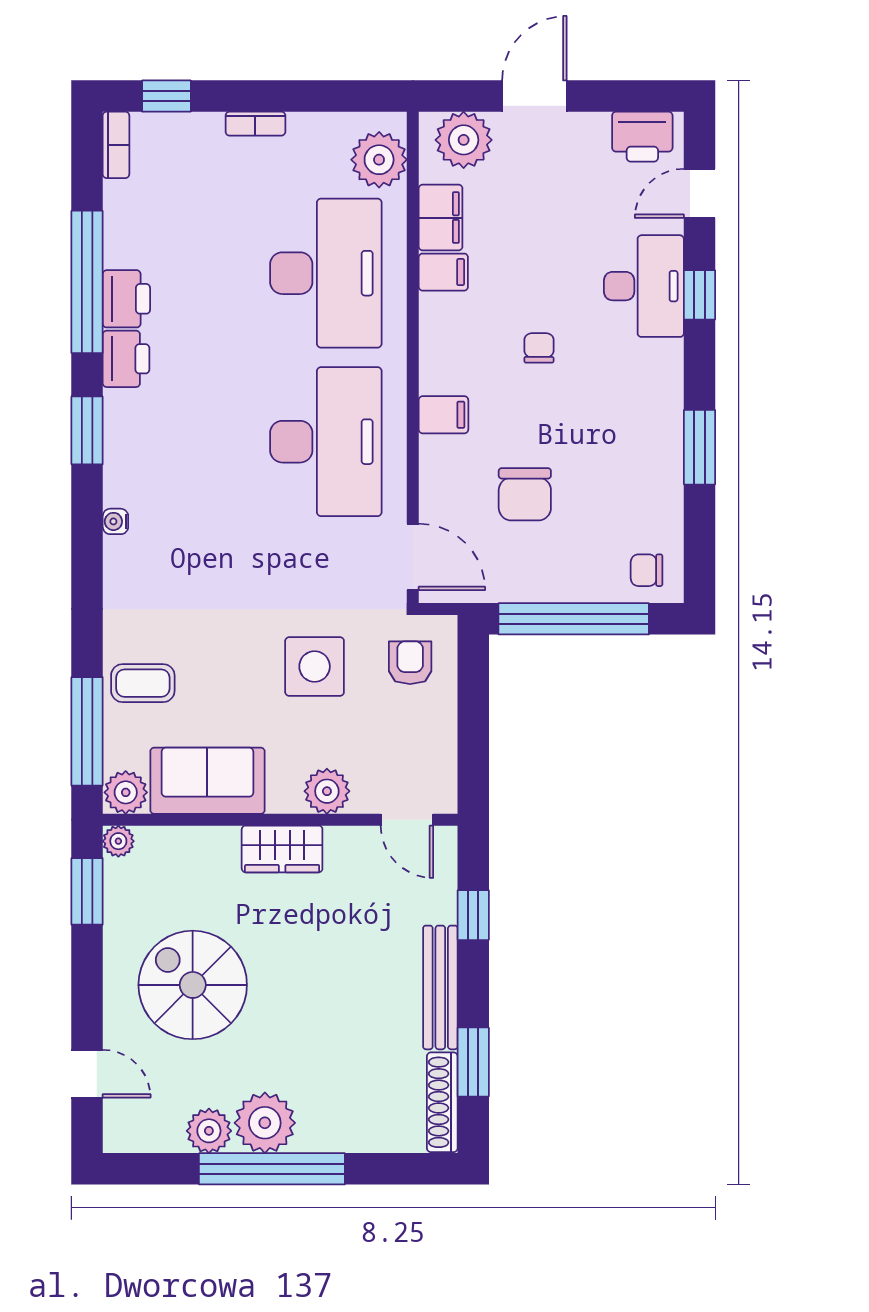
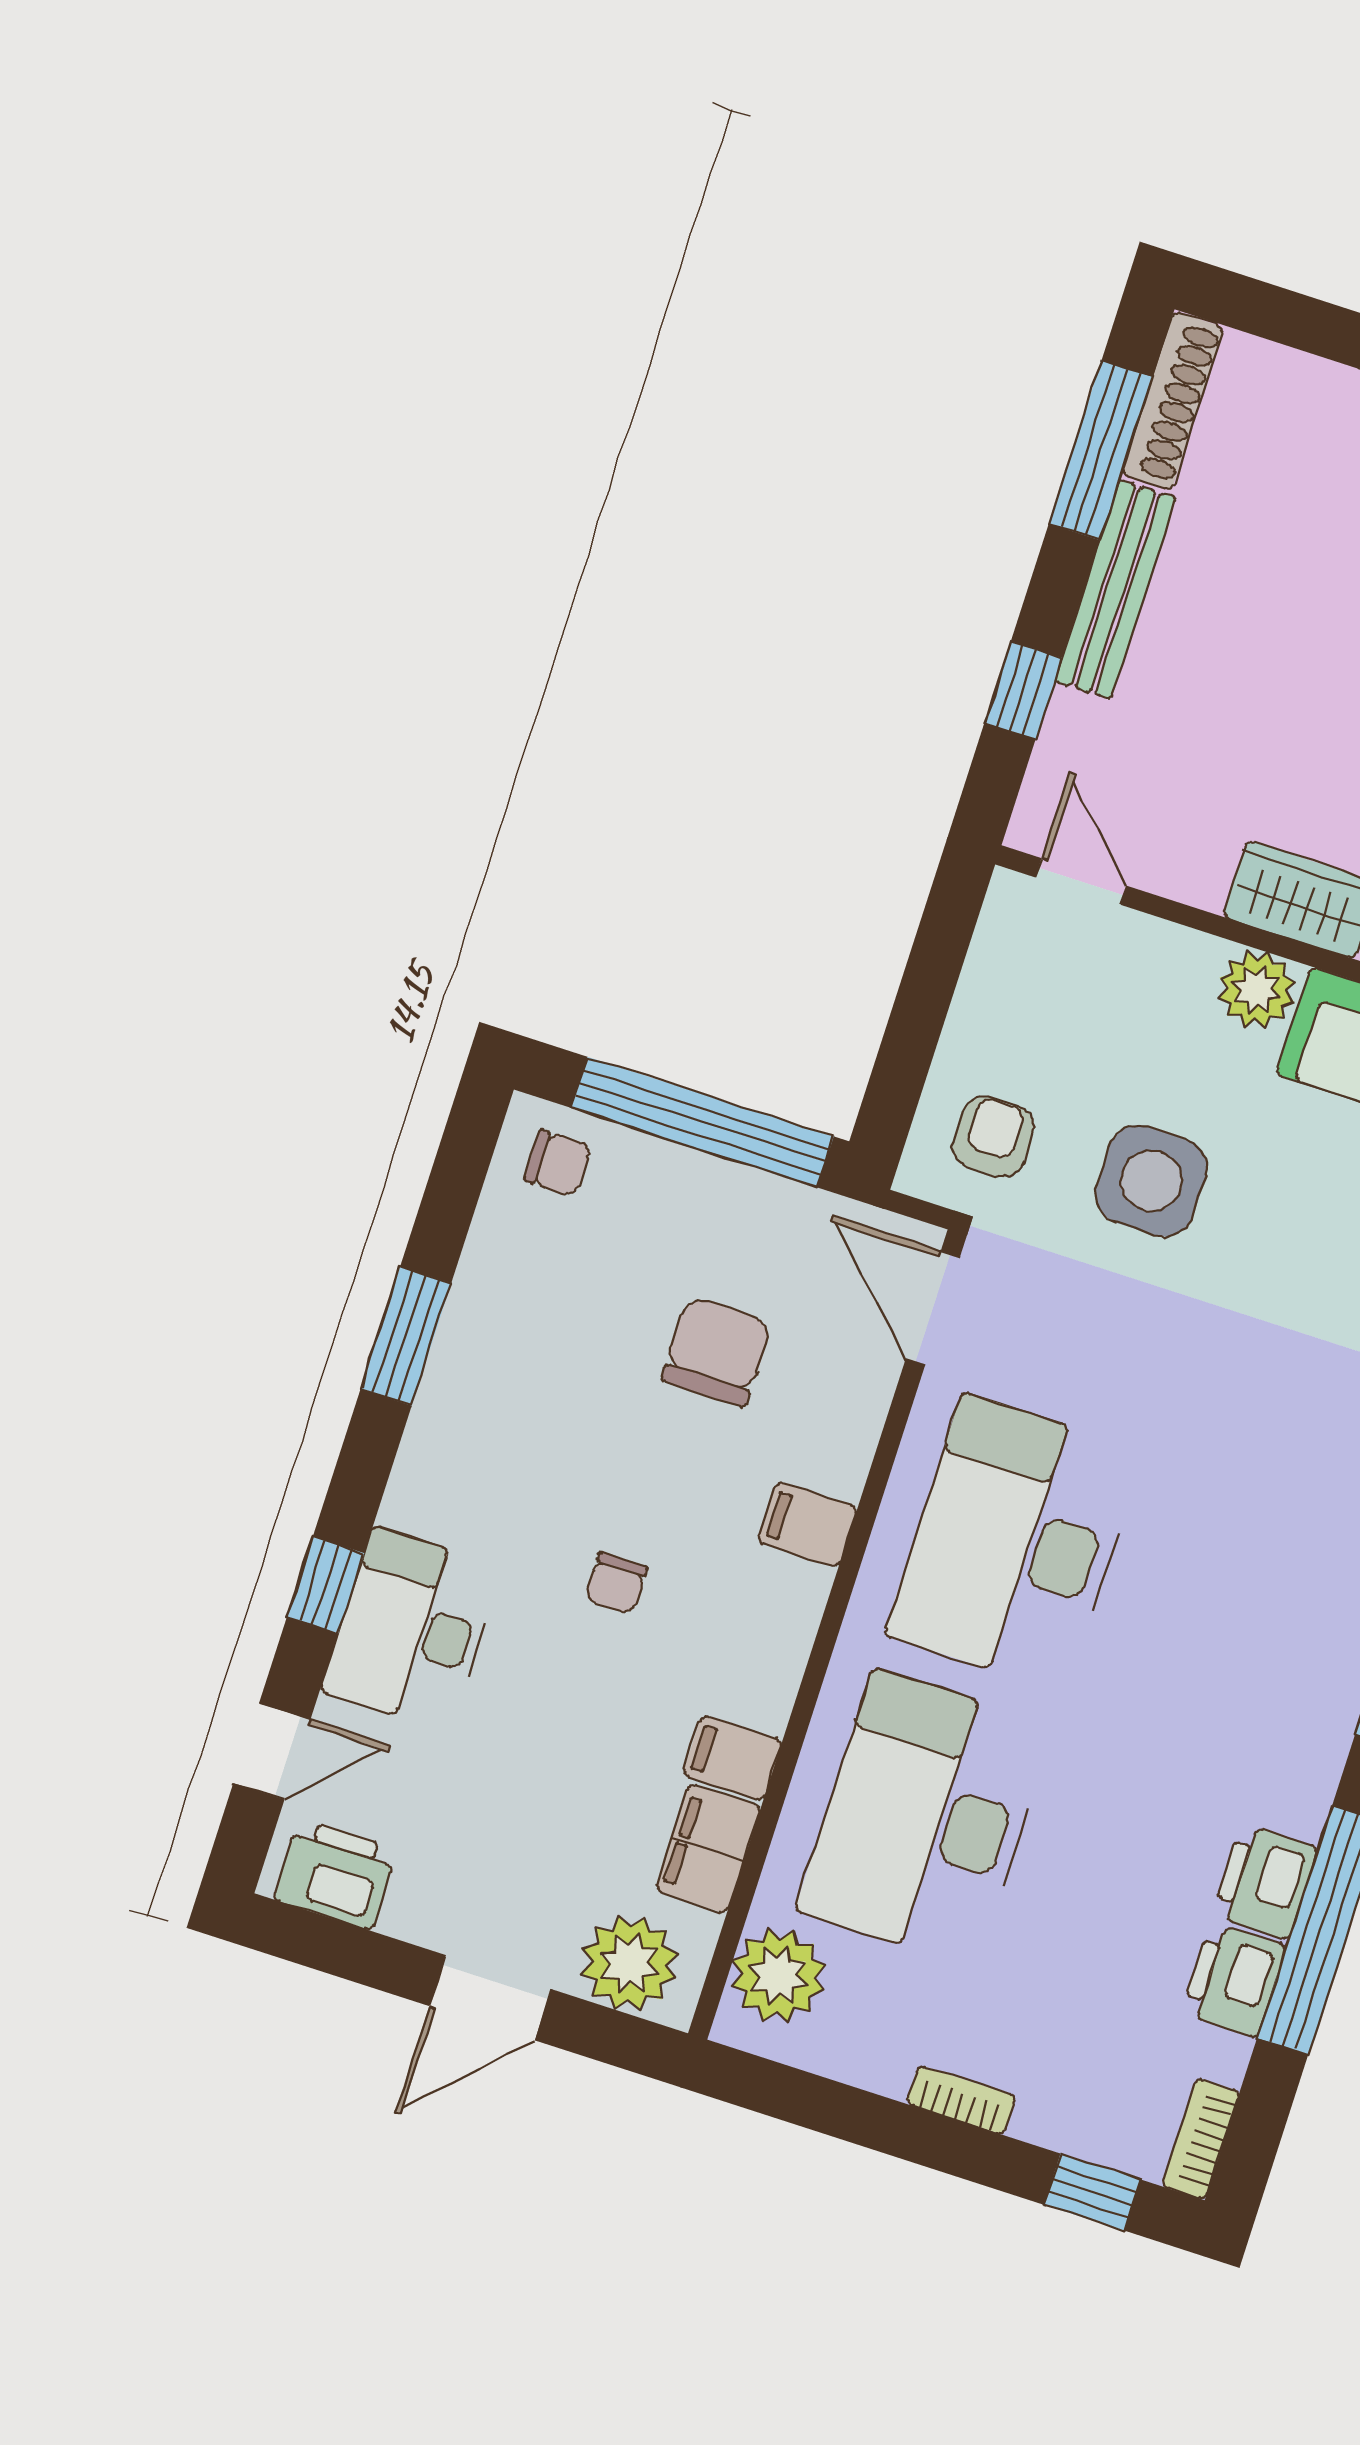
printer: (126, 359) -> (1234, 1980), moved
armchair: (410, 663) -> (993, 1137), turned 180
plant: (327, 791) -> (1257, 990), moved
window: (473, 1062) -> (1101, 450), width x1.44

